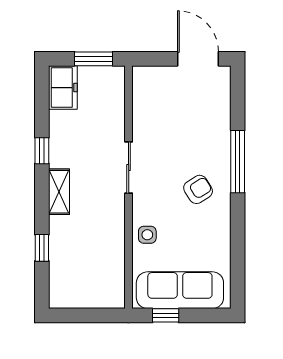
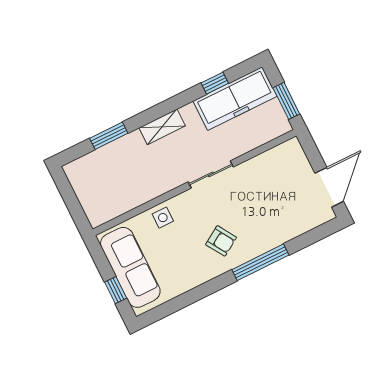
freezer: (63, 88) -> (235, 99), width x1.91, depth x1.26
window: (42, 151) -> (215, 83), moved
window: (42, 248) -> (109, 136), width x1.50
window: (166, 315) -> (116, 290), moved

